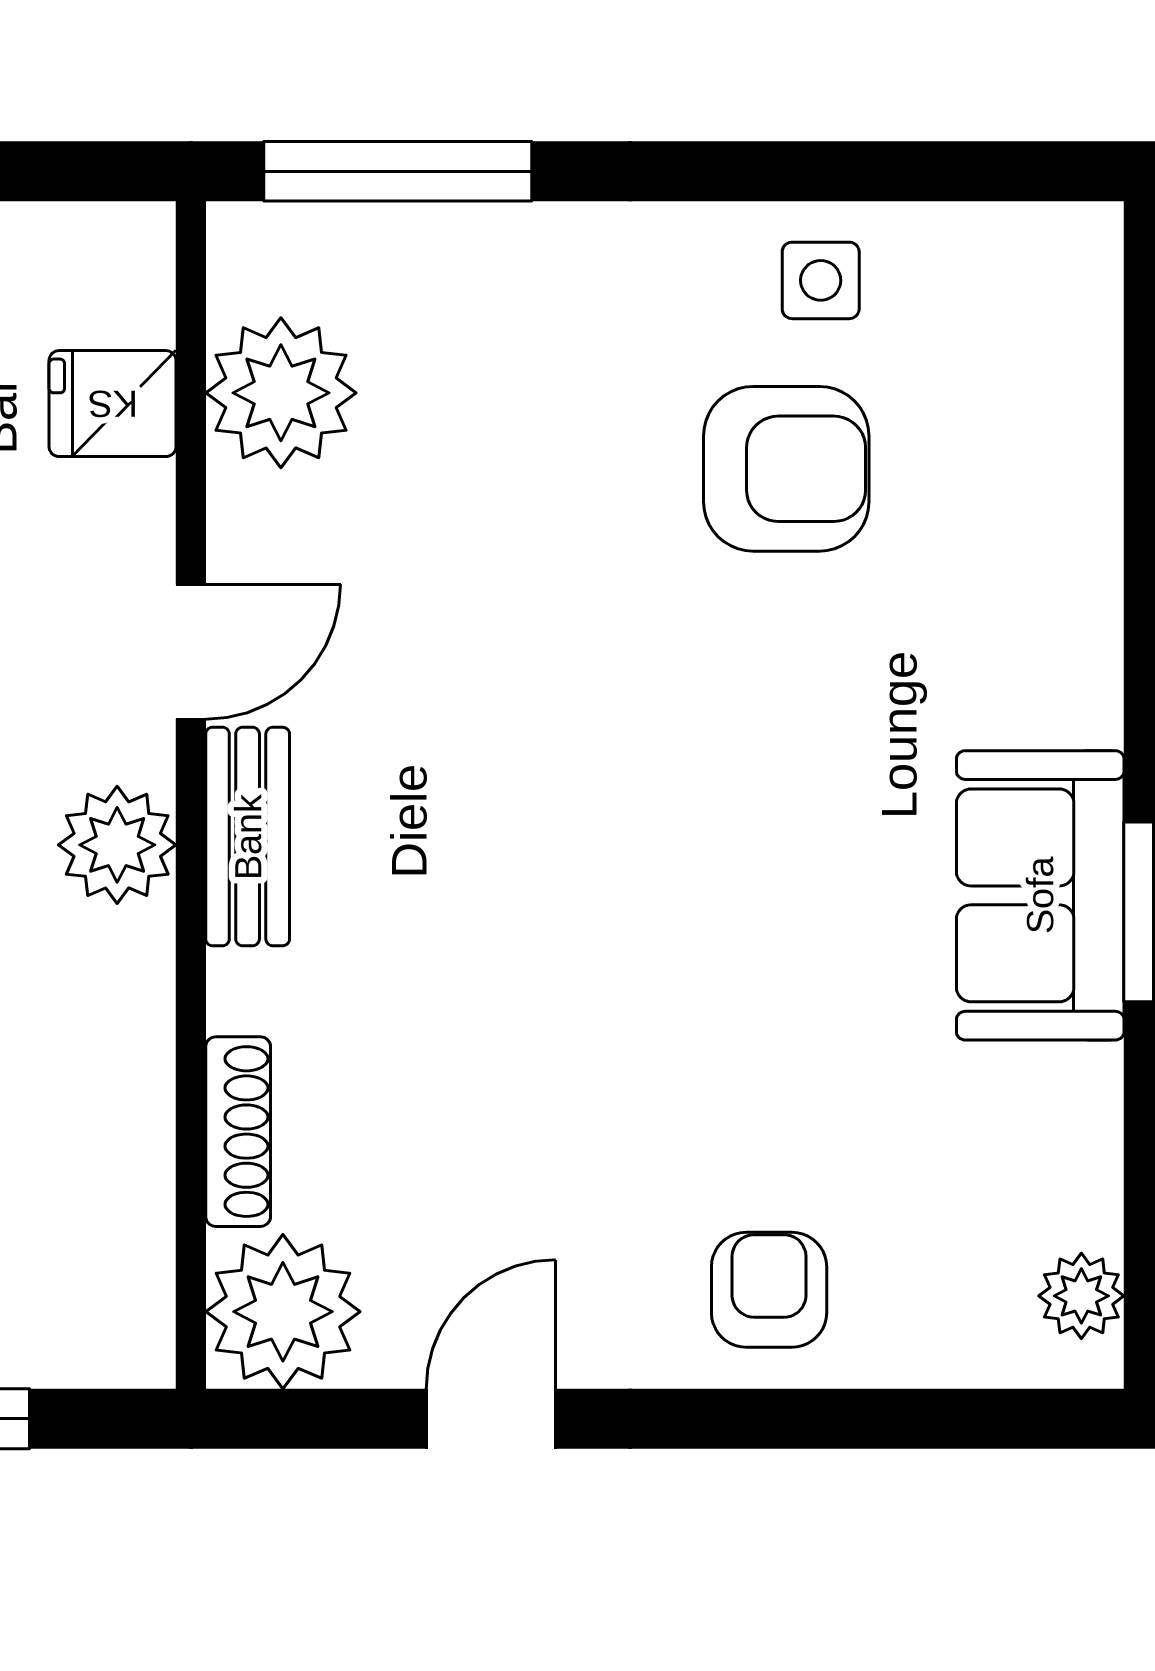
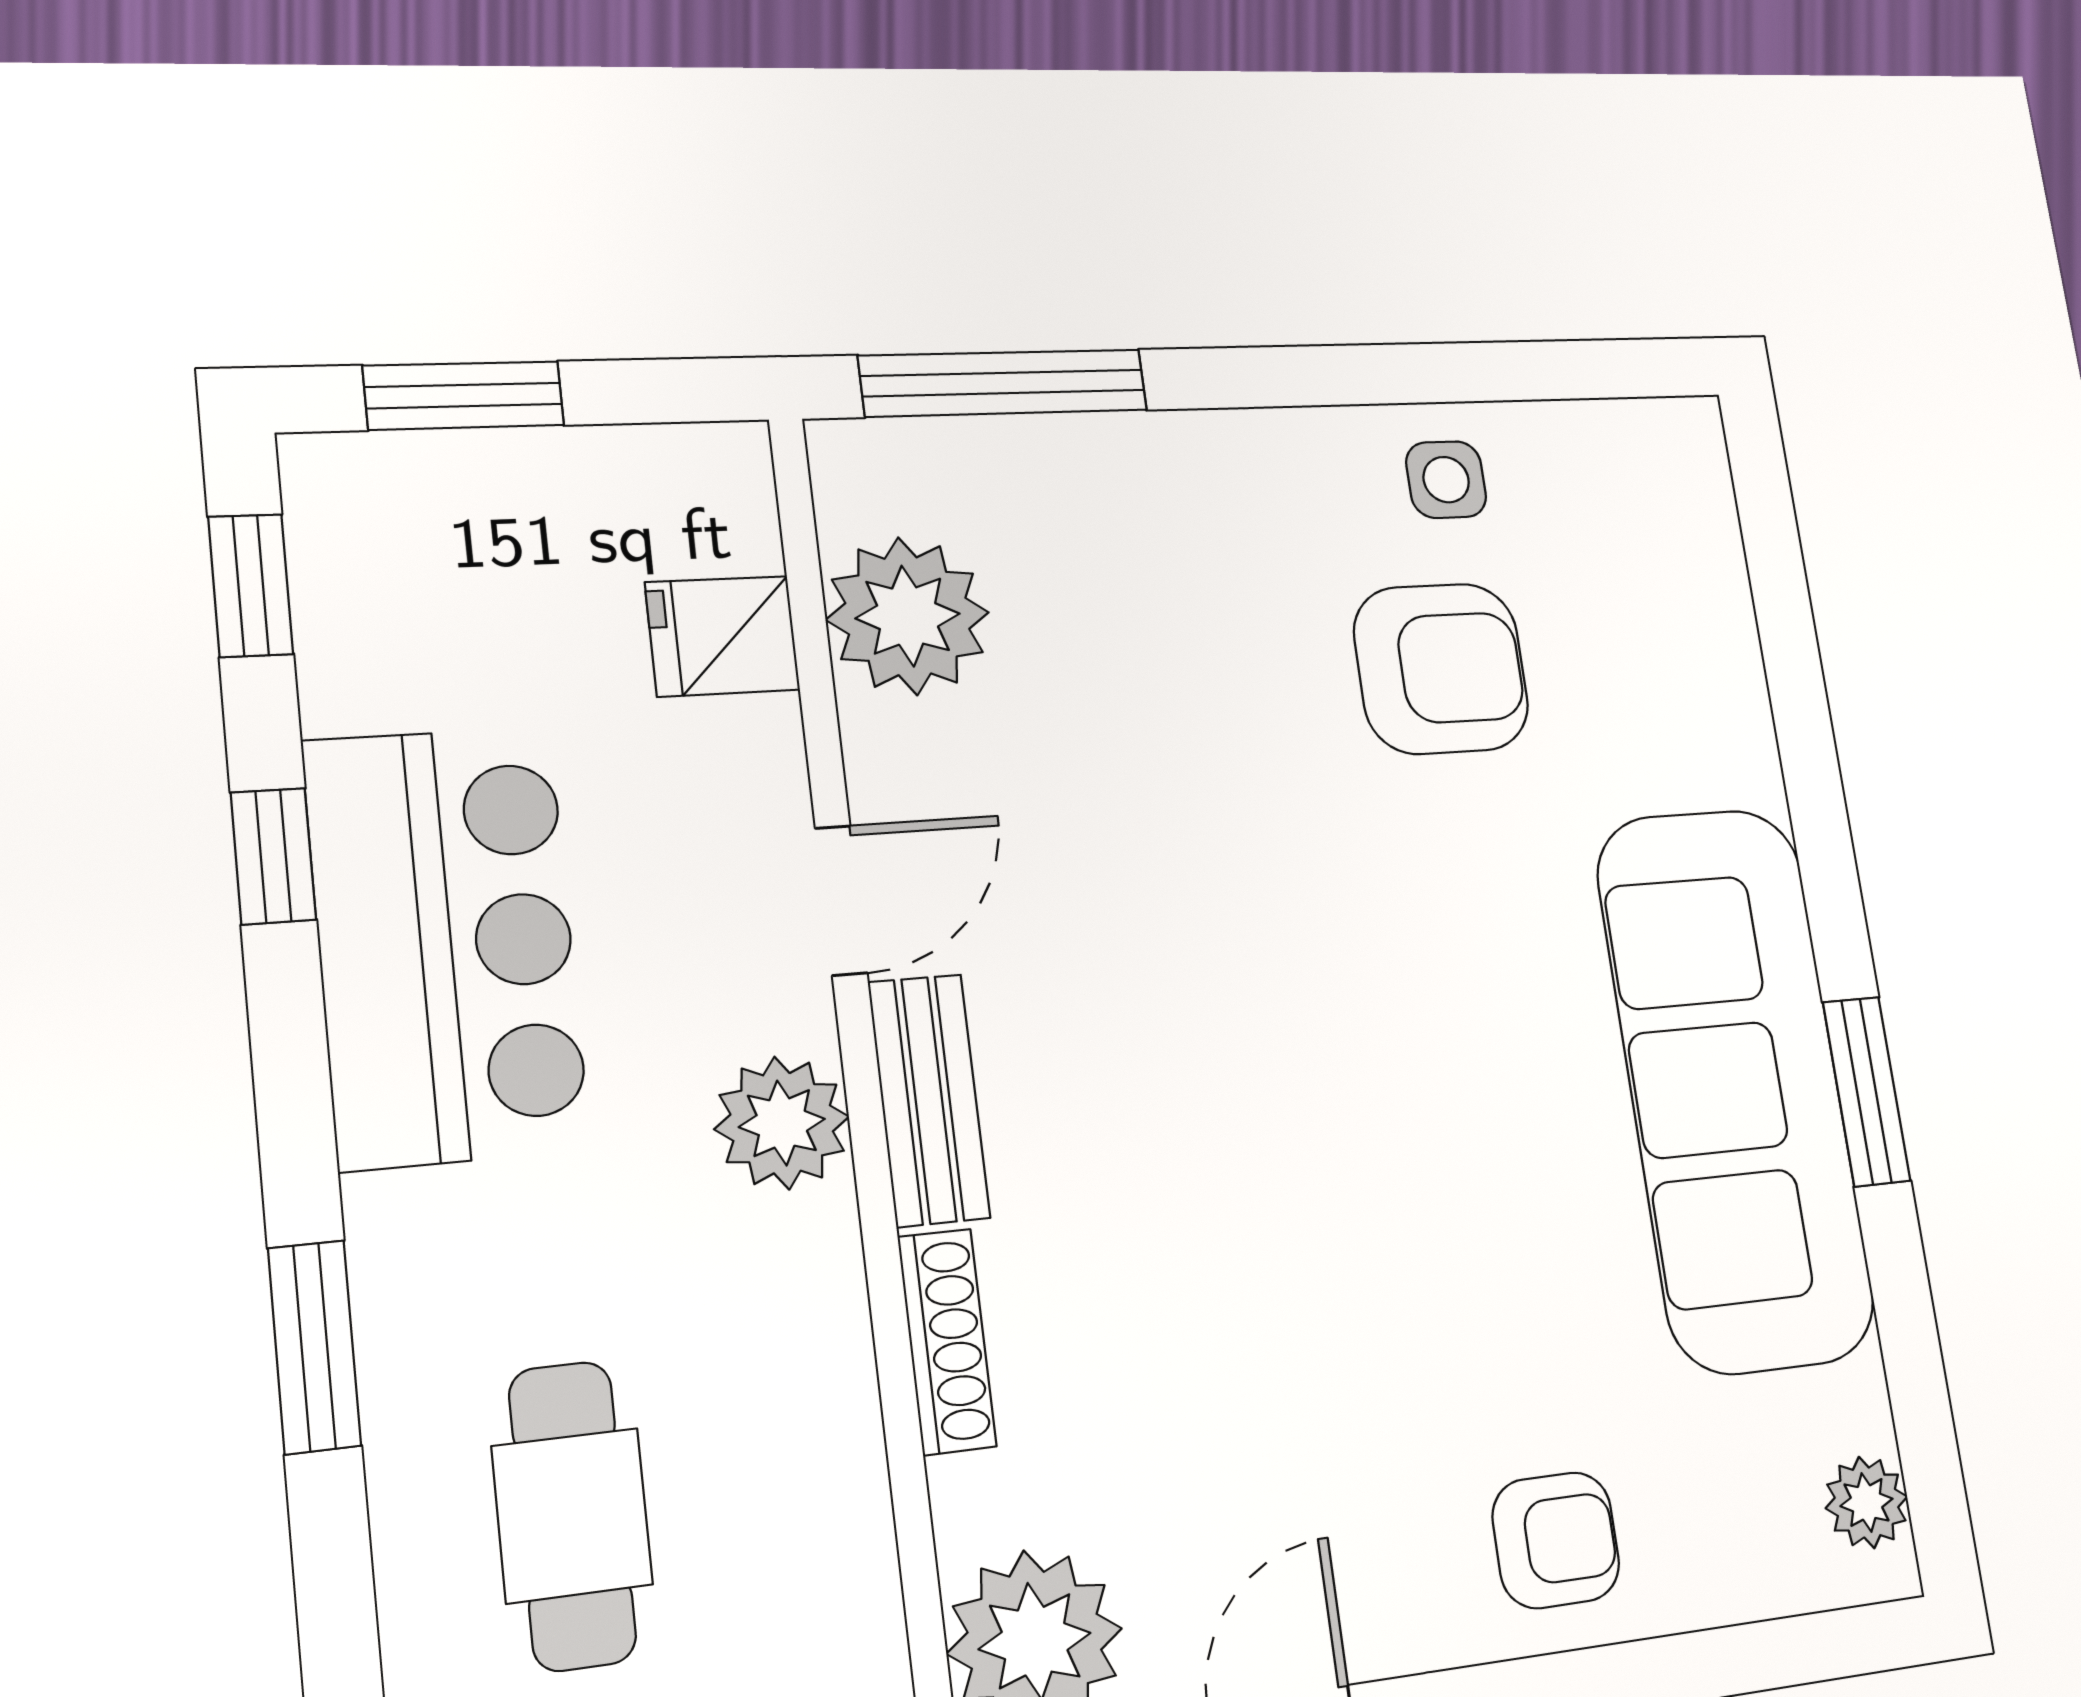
sofa: (1040, 895) -> (1735, 1087), width x1.85, depth x1.27
shoe rack: (238, 1132) -> (947, 1341), moved
armchair: (769, 1290) -> (1556, 1540), turned 90

